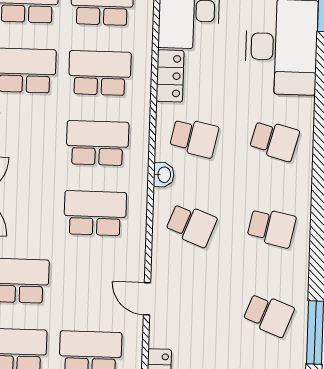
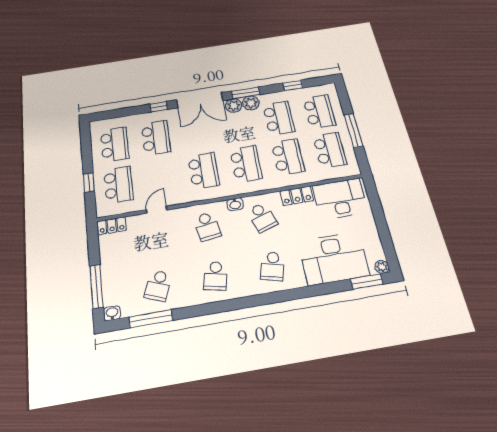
school desk: (194, 138) -> (262, 217), turned -30
school desk: (191, 225) -> (207, 226), turned -30

